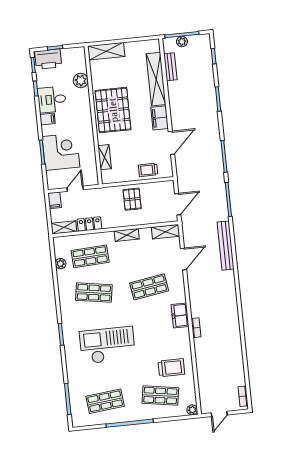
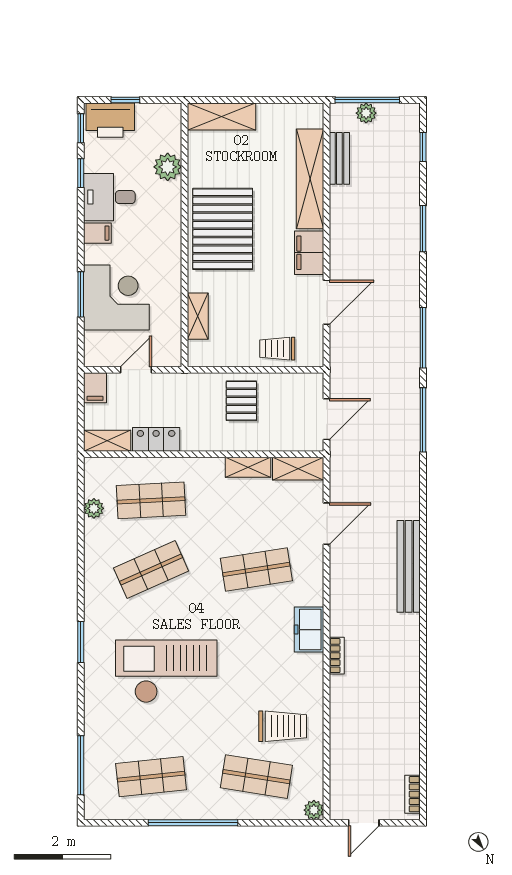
shelving: (127, 235) -> (248, 467), moved
bench: (226, 246) -> (409, 566), moved
shop shelf: (94, 293) -> (151, 569), turned -33

